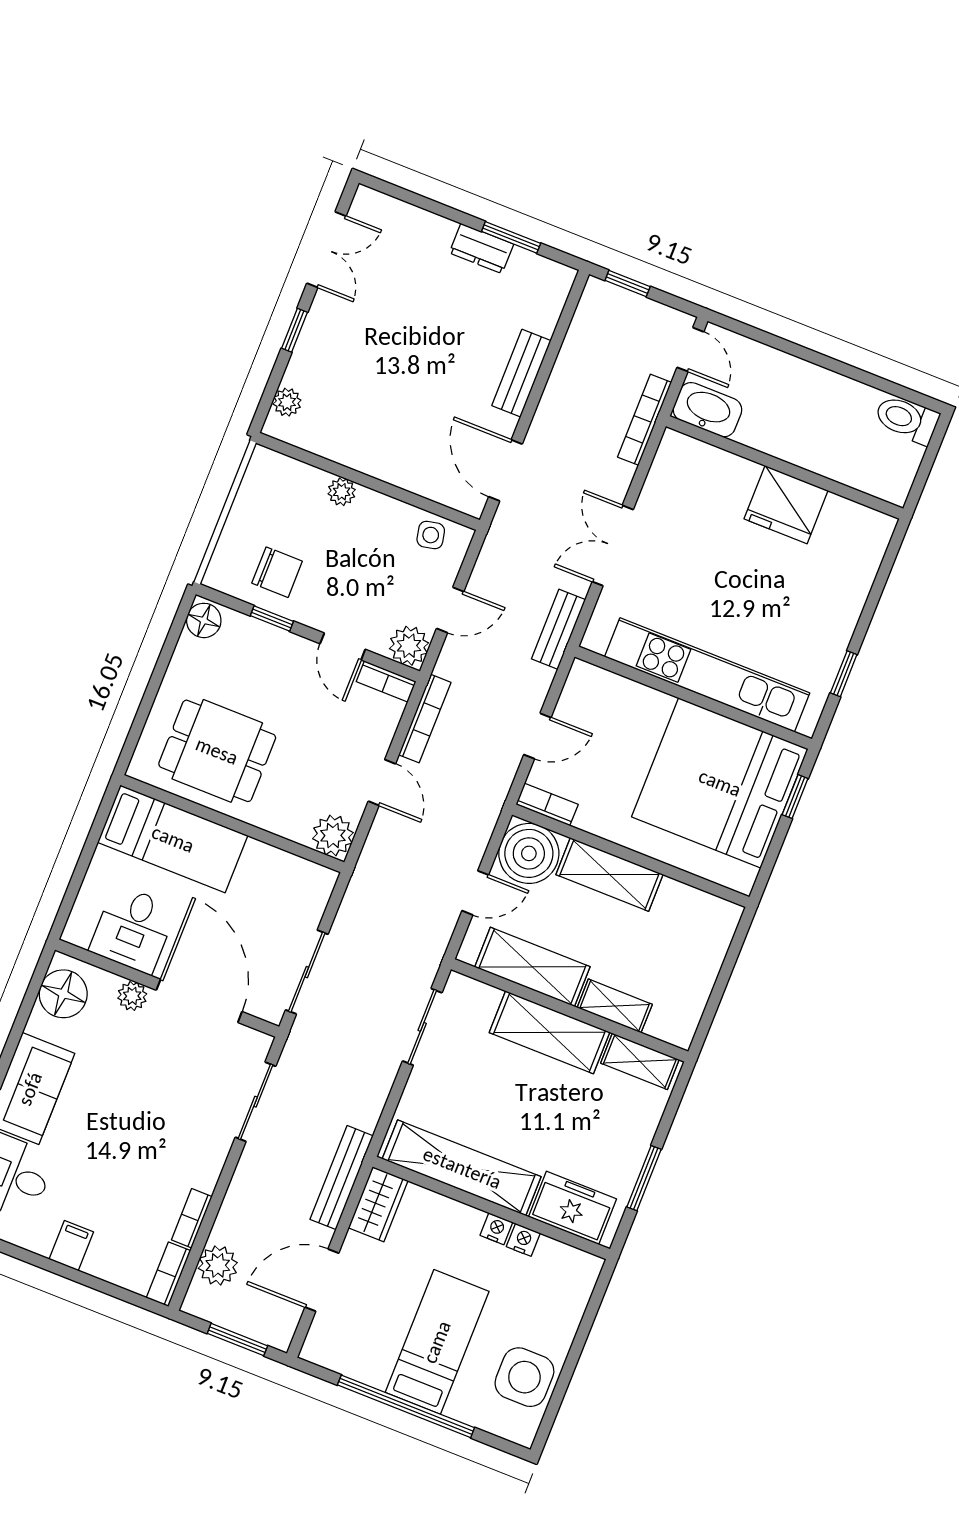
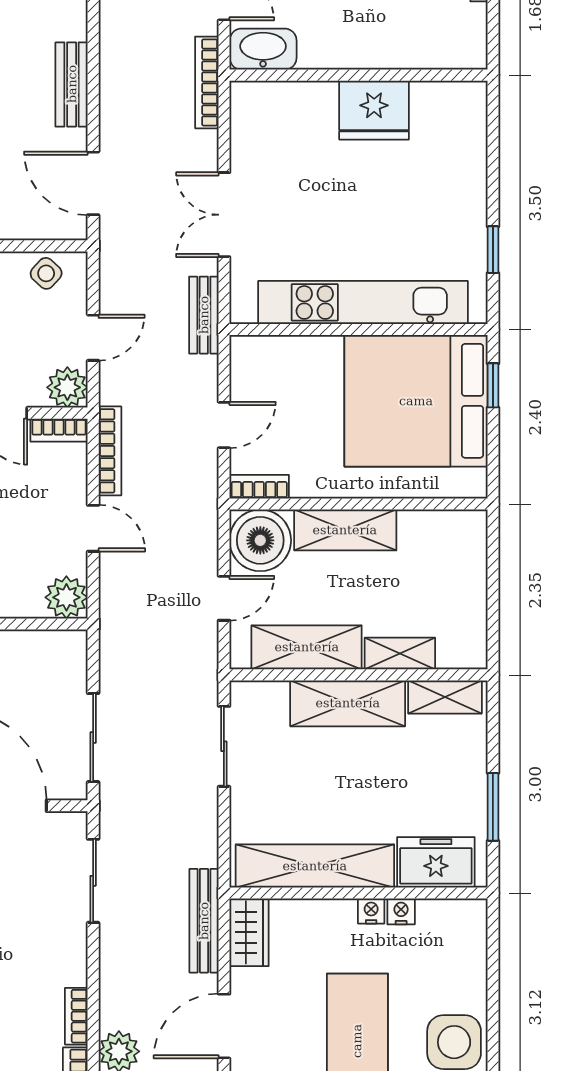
side table: (431, 535) -> (46, 273), turned -36

